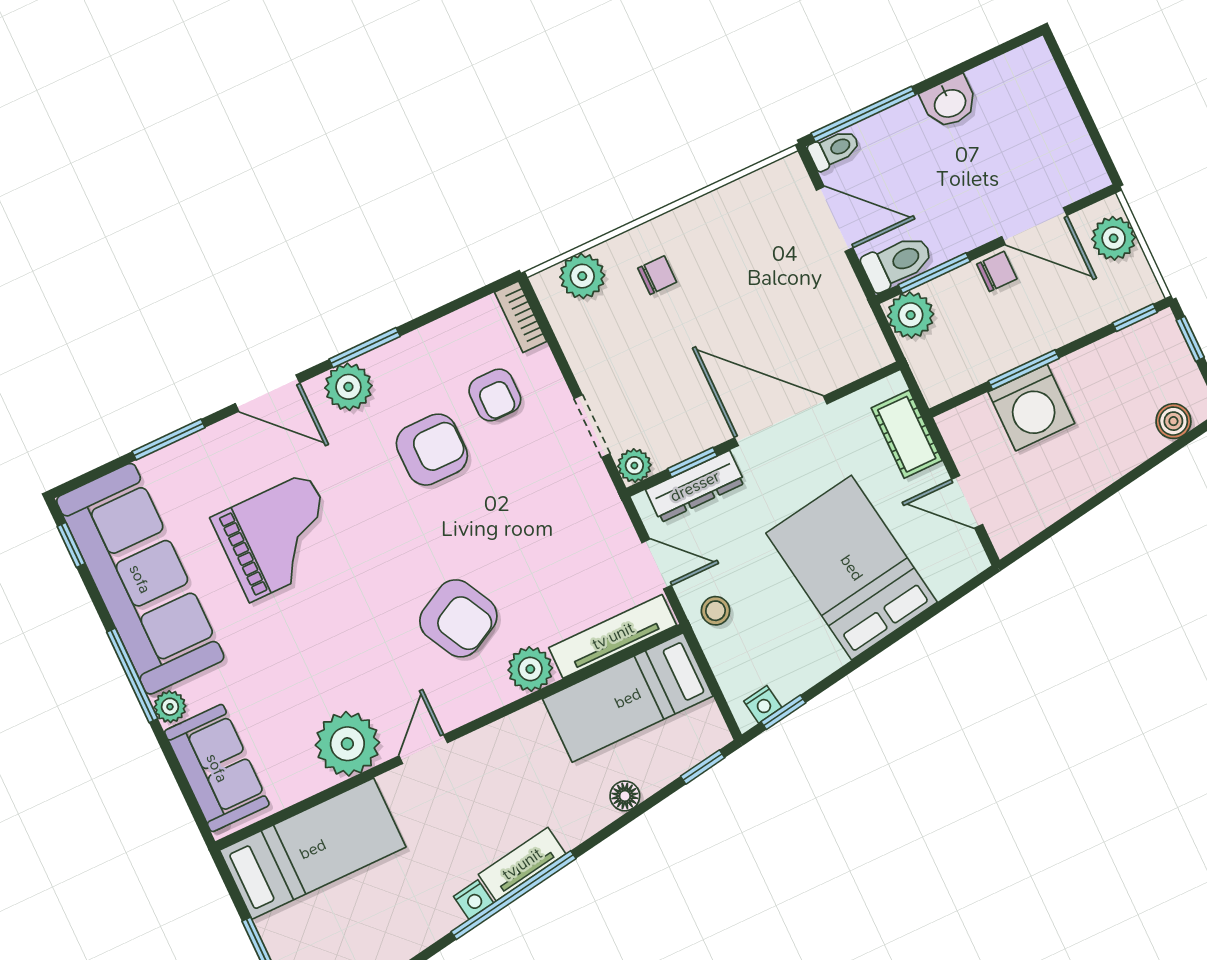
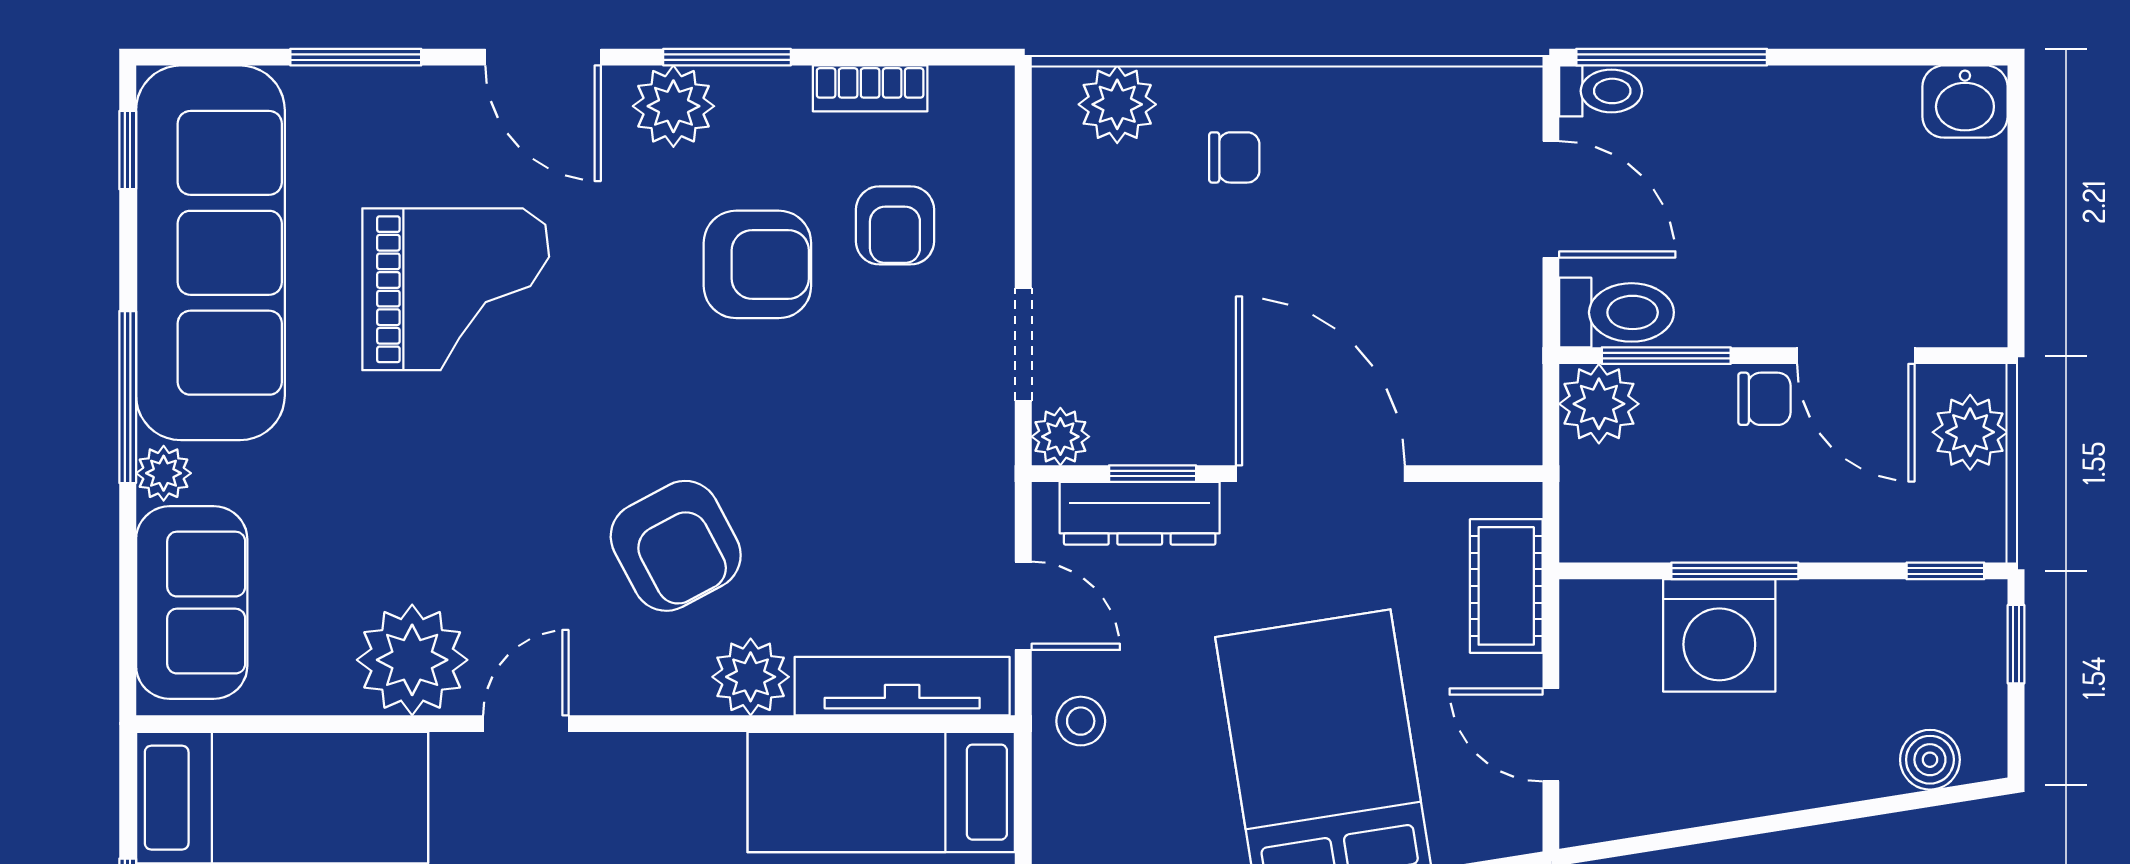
washbasin: (950, 102) -> (1965, 102), moved
bookcase: (521, 317) -> (870, 88), moved, turned -90

